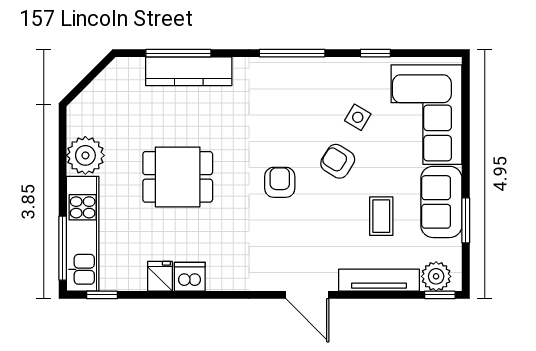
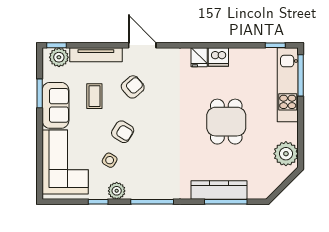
plant: (347, 70) -> (117, 191), added
plant: (85, 155) -> (286, 154), moved
dining table: (178, 177) -> (226, 122), turned 90
armchair: (280, 182) -> (133, 87), moved, turned -131
fridge: (160, 276) -> (199, 57), moved

